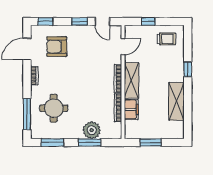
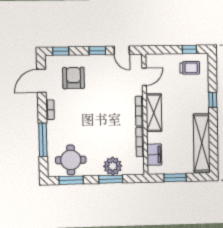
window: (148, 21) -> (189, 49), moved
armchair: (57, 47) -> (74, 78), turned 90
shelving: (176, 101) -> (202, 143), width x1.47
round table: (54, 108) -> (71, 160), moved
filing cabinet: (131, 109) -> (154, 155), moved
window: (27, 114) -> (43, 140), moved

